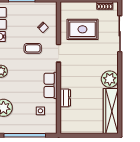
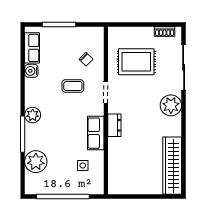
plant: (110, 79) -> (171, 105), moved
dresser: (65, 98) -> (114, 125), moved

